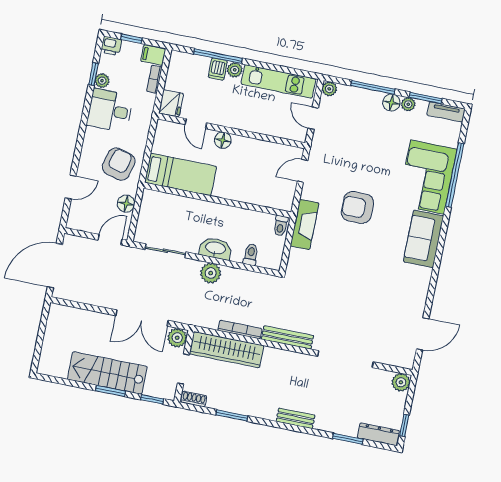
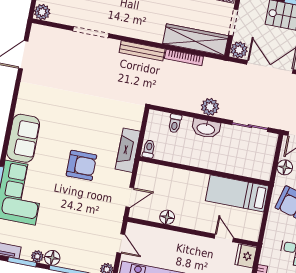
floor lamp: (223, 140) -> (167, 217), moved
doorway: (346, 359) -> (91, 32), width x0.73

